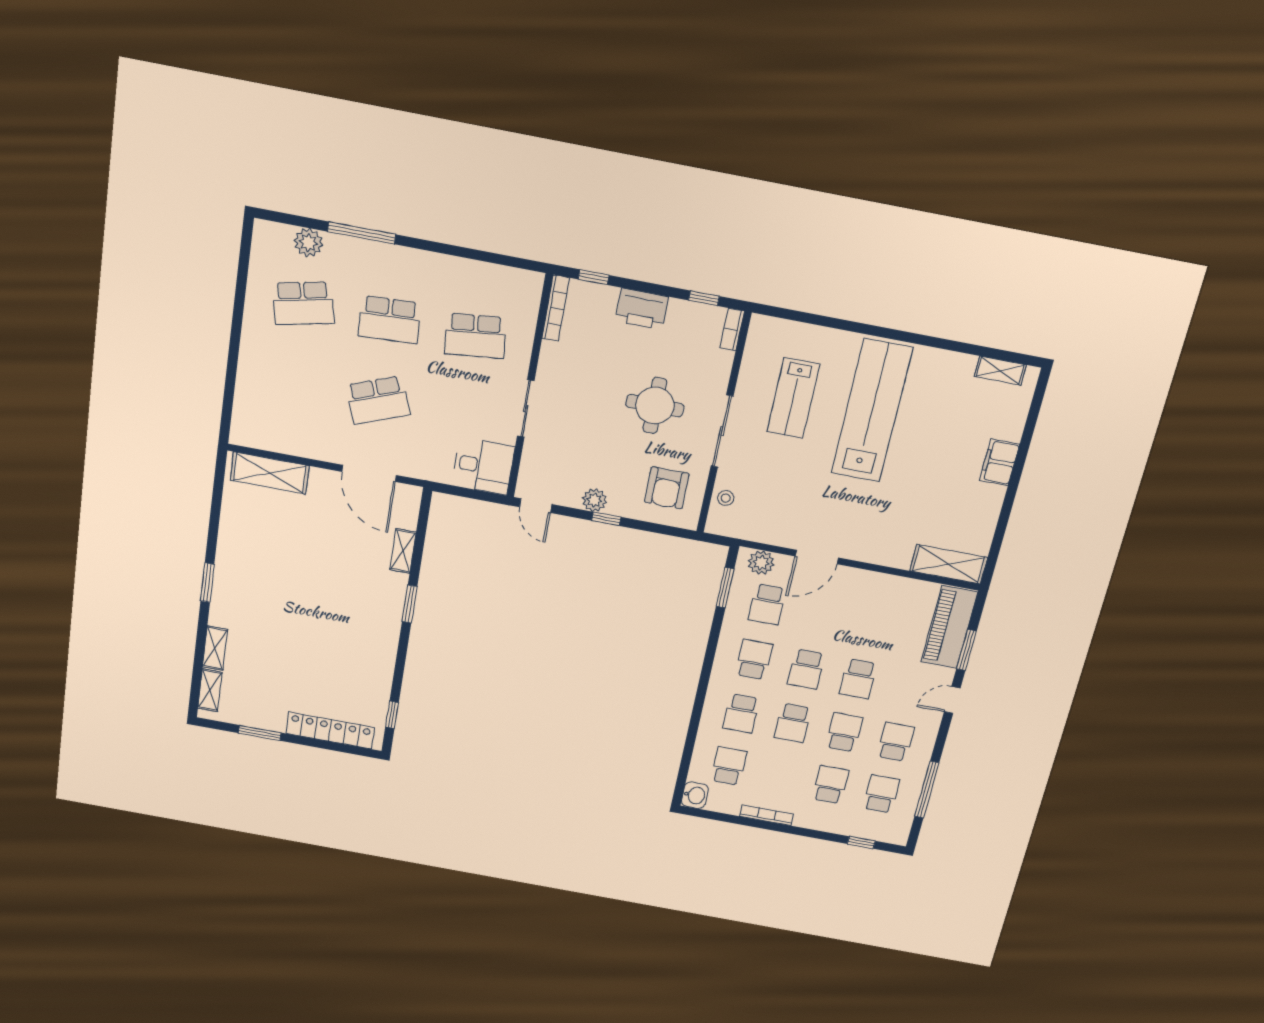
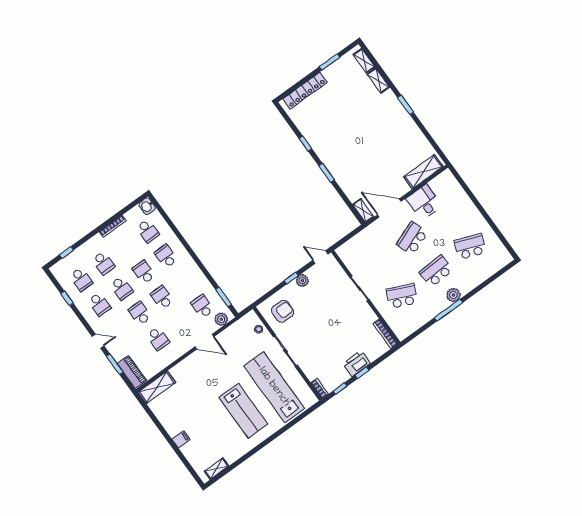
window: (362, 233) -> (448, 310), moved
plant: (308, 243) -> (453, 295), moved
window: (594, 277) -> (362, 373), moved
school desk: (303, 303) -> (470, 247), turned 33
school desk: (475, 336) -> (402, 296), turned 30
lab bench: (793, 398) -> (274, 387), width x1.86, depth x1.39
round table: (655, 406) -> (317, 336), removed
lab bench: (872, 411) -> (243, 411), width x0.73
filing cabinet: (999, 462) -> (181, 439), width x0.50
desk: (483, 466) -> (424, 202), moved, turned 90
armchair: (667, 488) -> (283, 311), turned 90
shelving: (403, 551) -> (363, 211), moved
door: (817, 557) -> (204, 342), swing flipped
piano: (949, 627) -> (132, 372), width x0.73, depth x0.75
school desk: (754, 660) -> (158, 339), moved
door: (952, 700) -> (98, 341), hinge flipped
window: (392, 715) -> (305, 144), moved
window: (927, 790) -> (67, 298), width x0.46

